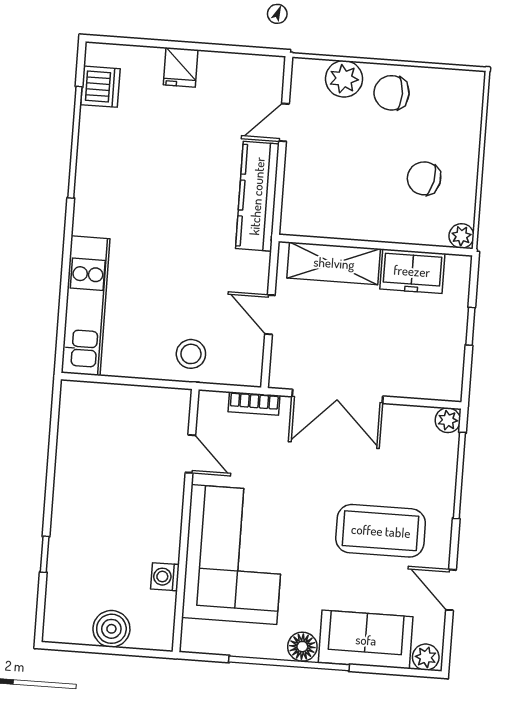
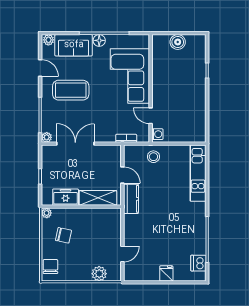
chair: (392, 93) -> (50, 267), moved, turned -90
kitchen counter: (257, 196) -> (131, 199), moved, width x0.67
double door: (337, 396) -> (75, 144), moved
washing machine: (165, 577) -> (157, 134), moved

